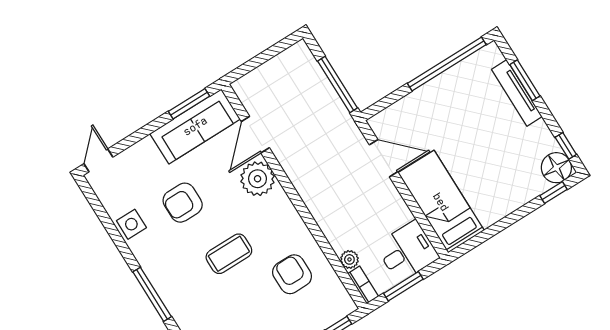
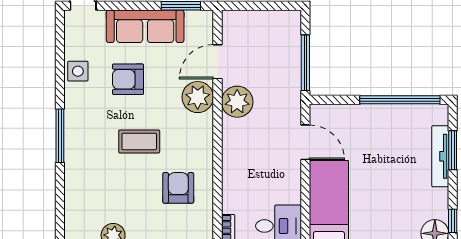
sofa: (195, 126) -> (145, 26), moved
plant: (349, 259) -> (237, 102), moved, width x1.87, depth x1.87

